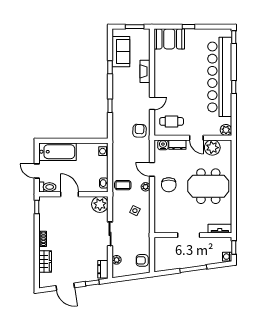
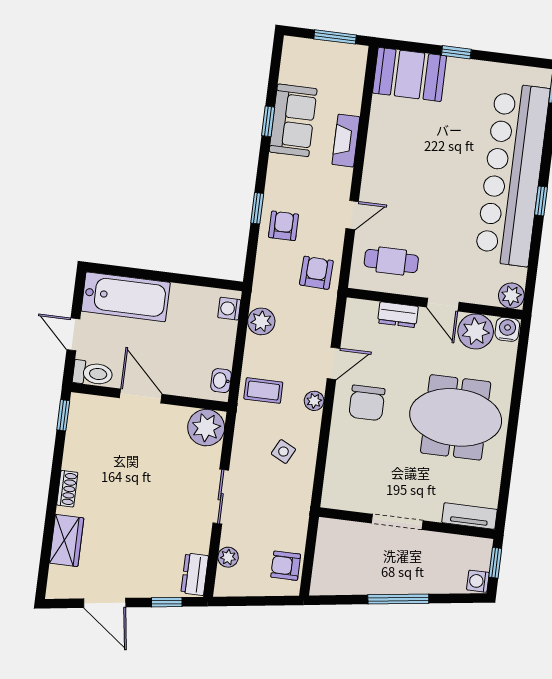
sofa: (121, 52) -> (293, 120), moved
armchair: (123, 112) -> (283, 226), added
water cooler: (163, 145) -> (507, 329), moved
plant: (118, 155) -> (261, 321), added
door: (152, 169) -> (333, 363), swing flipped

